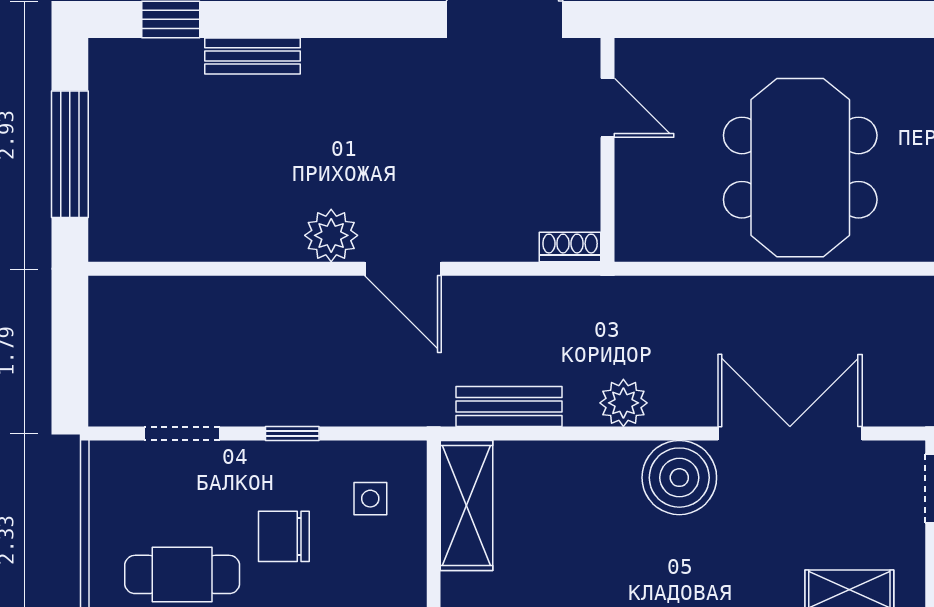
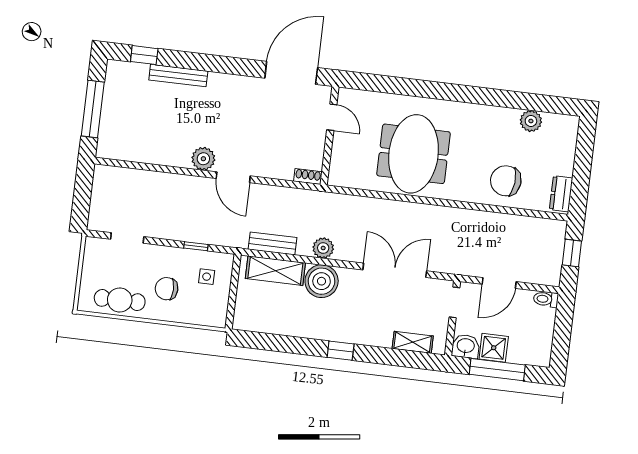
bench: (253, 56) -> (178, 75), width x1.36
window: (292, 433) -> (196, 246), moved
boiler: (679, 478) -> (322, 281), moved
shelving: (467, 505) -> (275, 271), moved, turned 90

